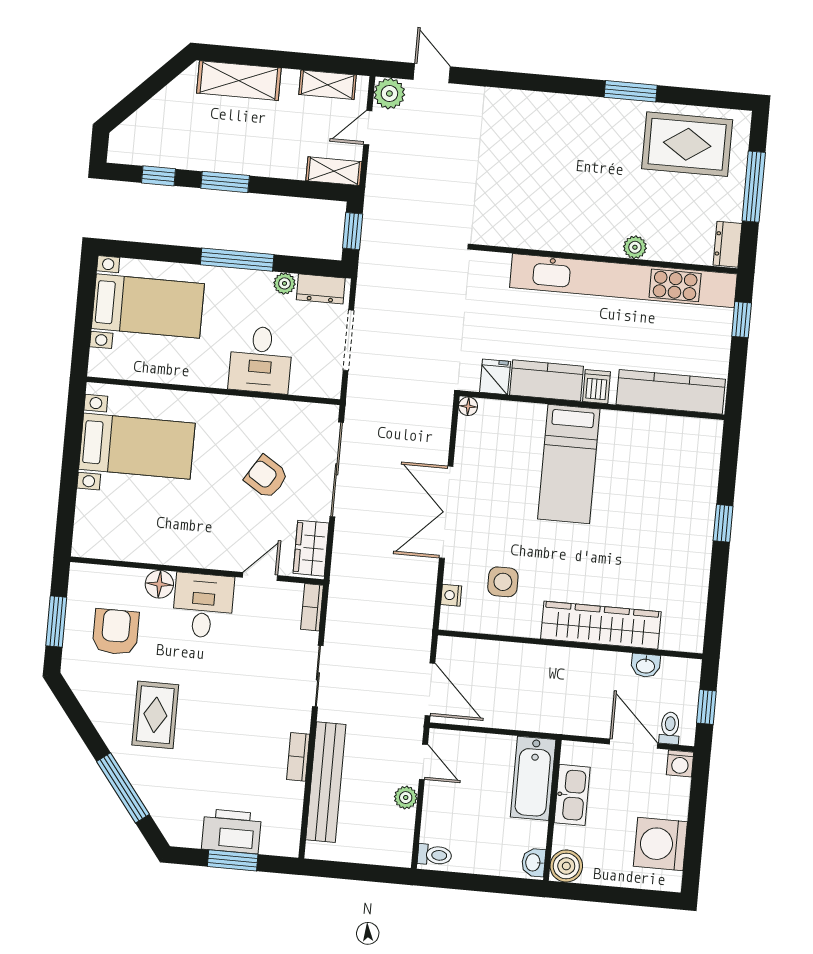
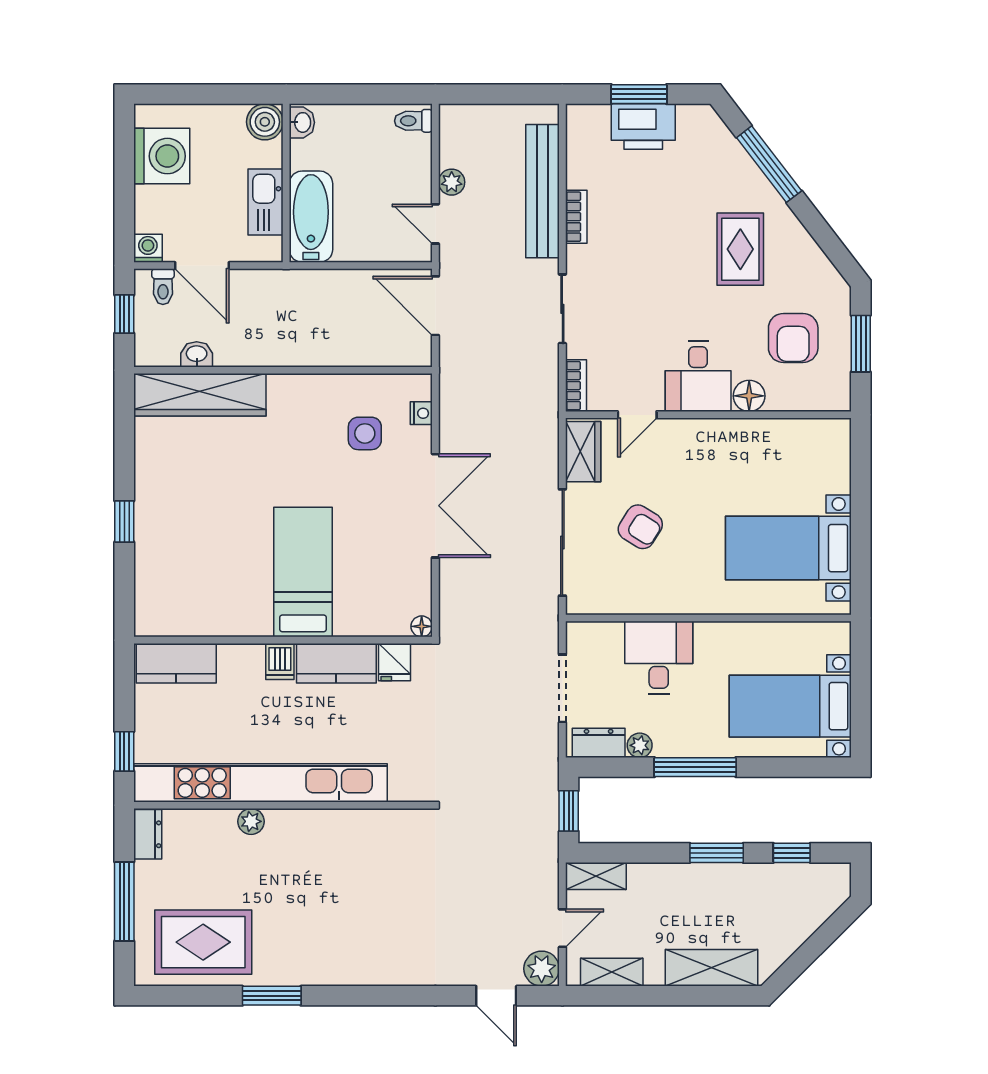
kitchen counter: (671, 392) -> (176, 663), width x0.67
wardrobe: (601, 625) -> (200, 395), moved

